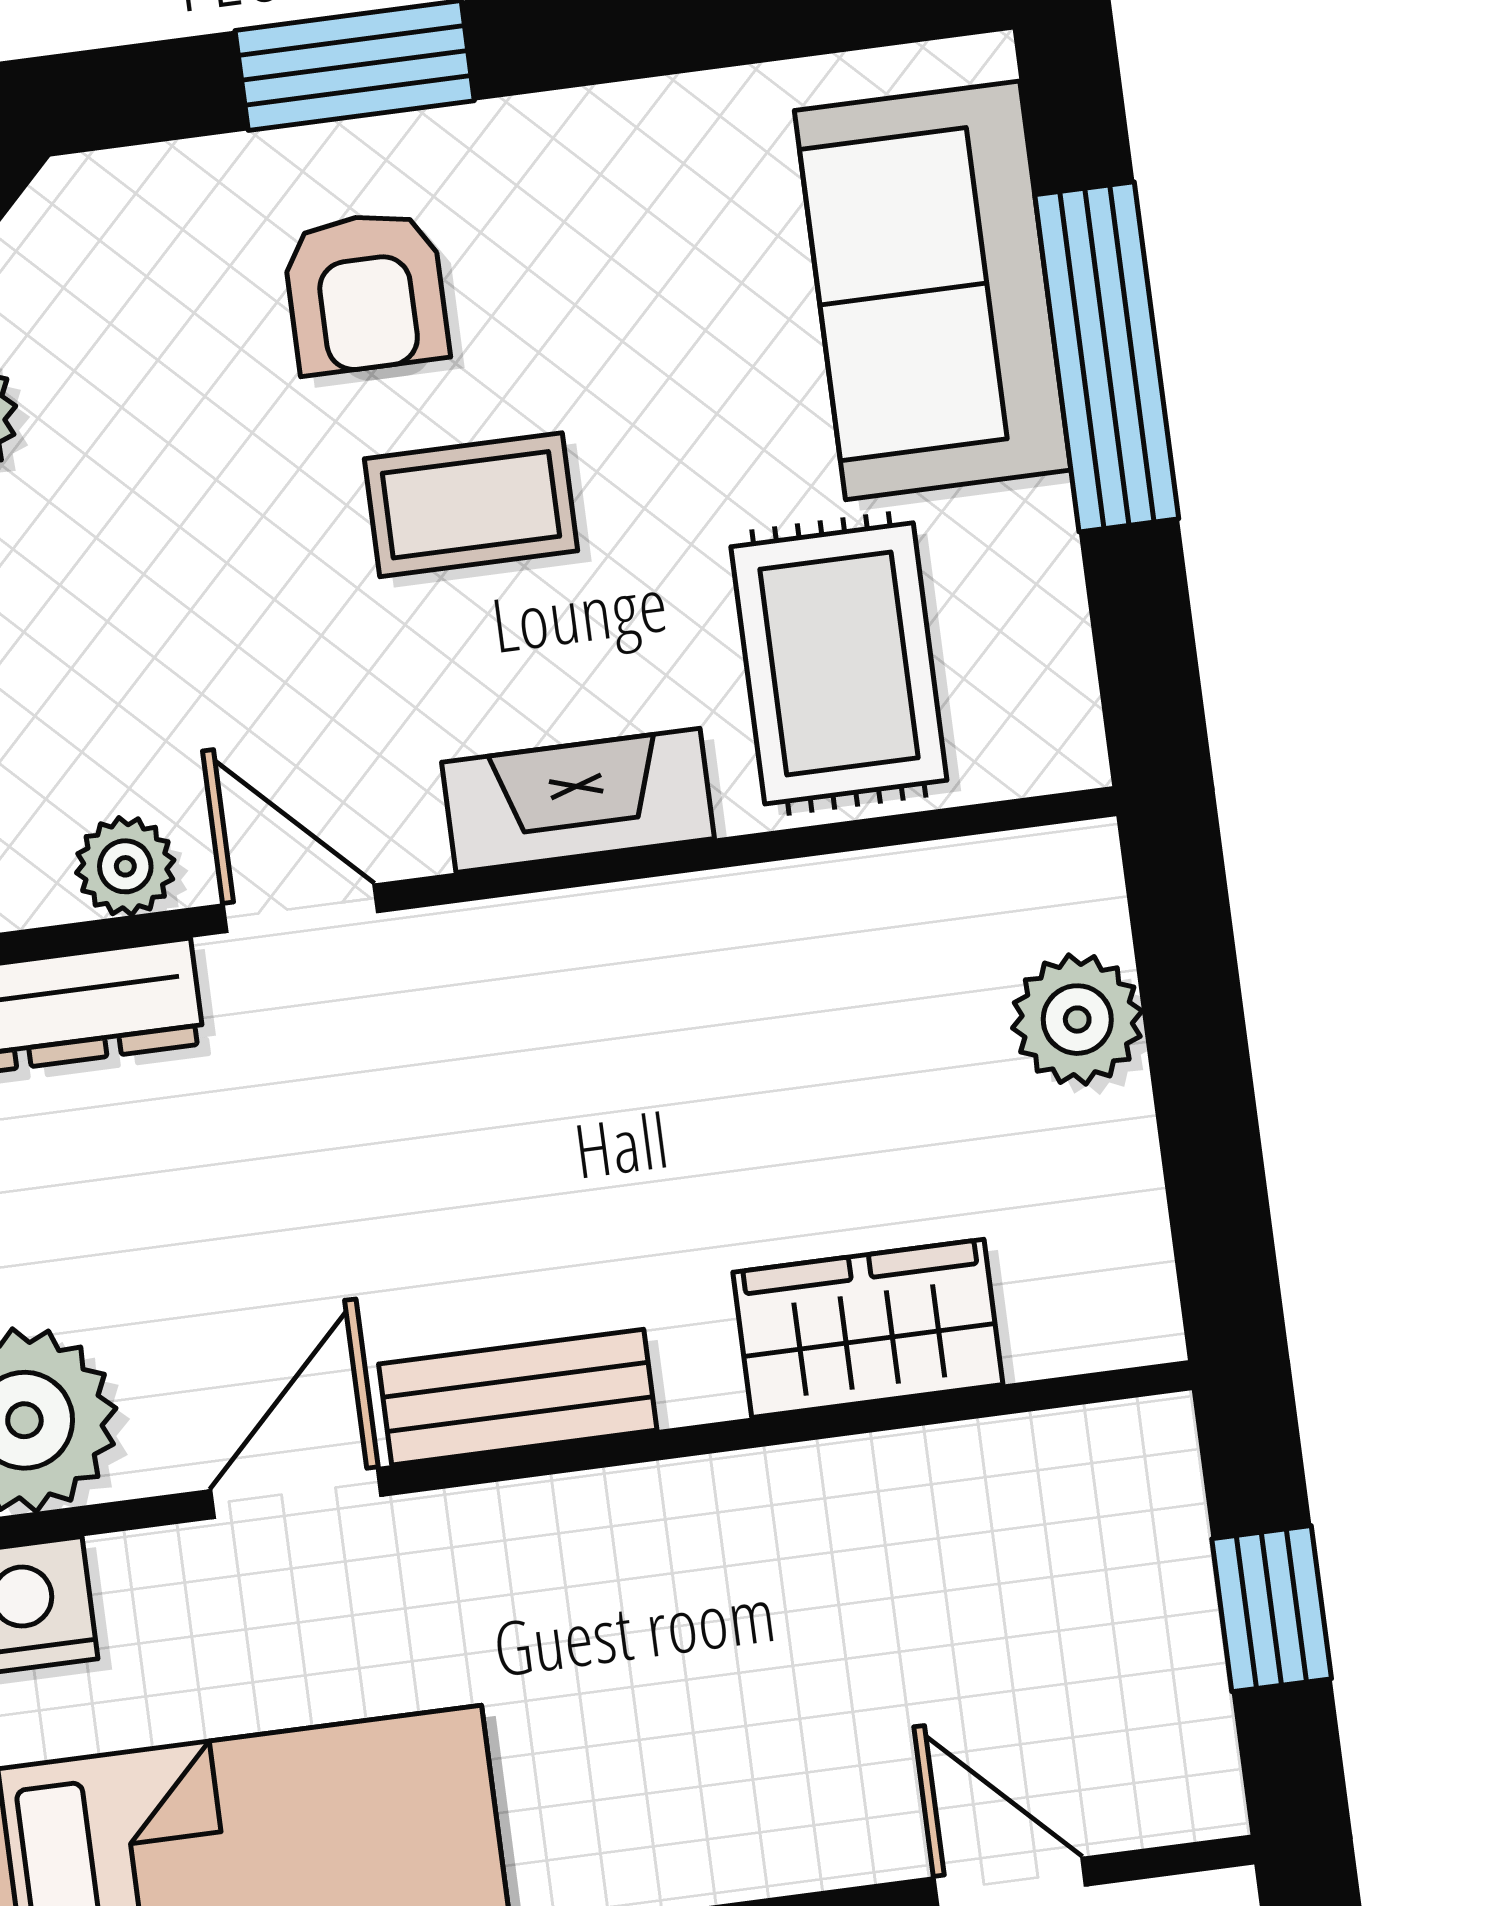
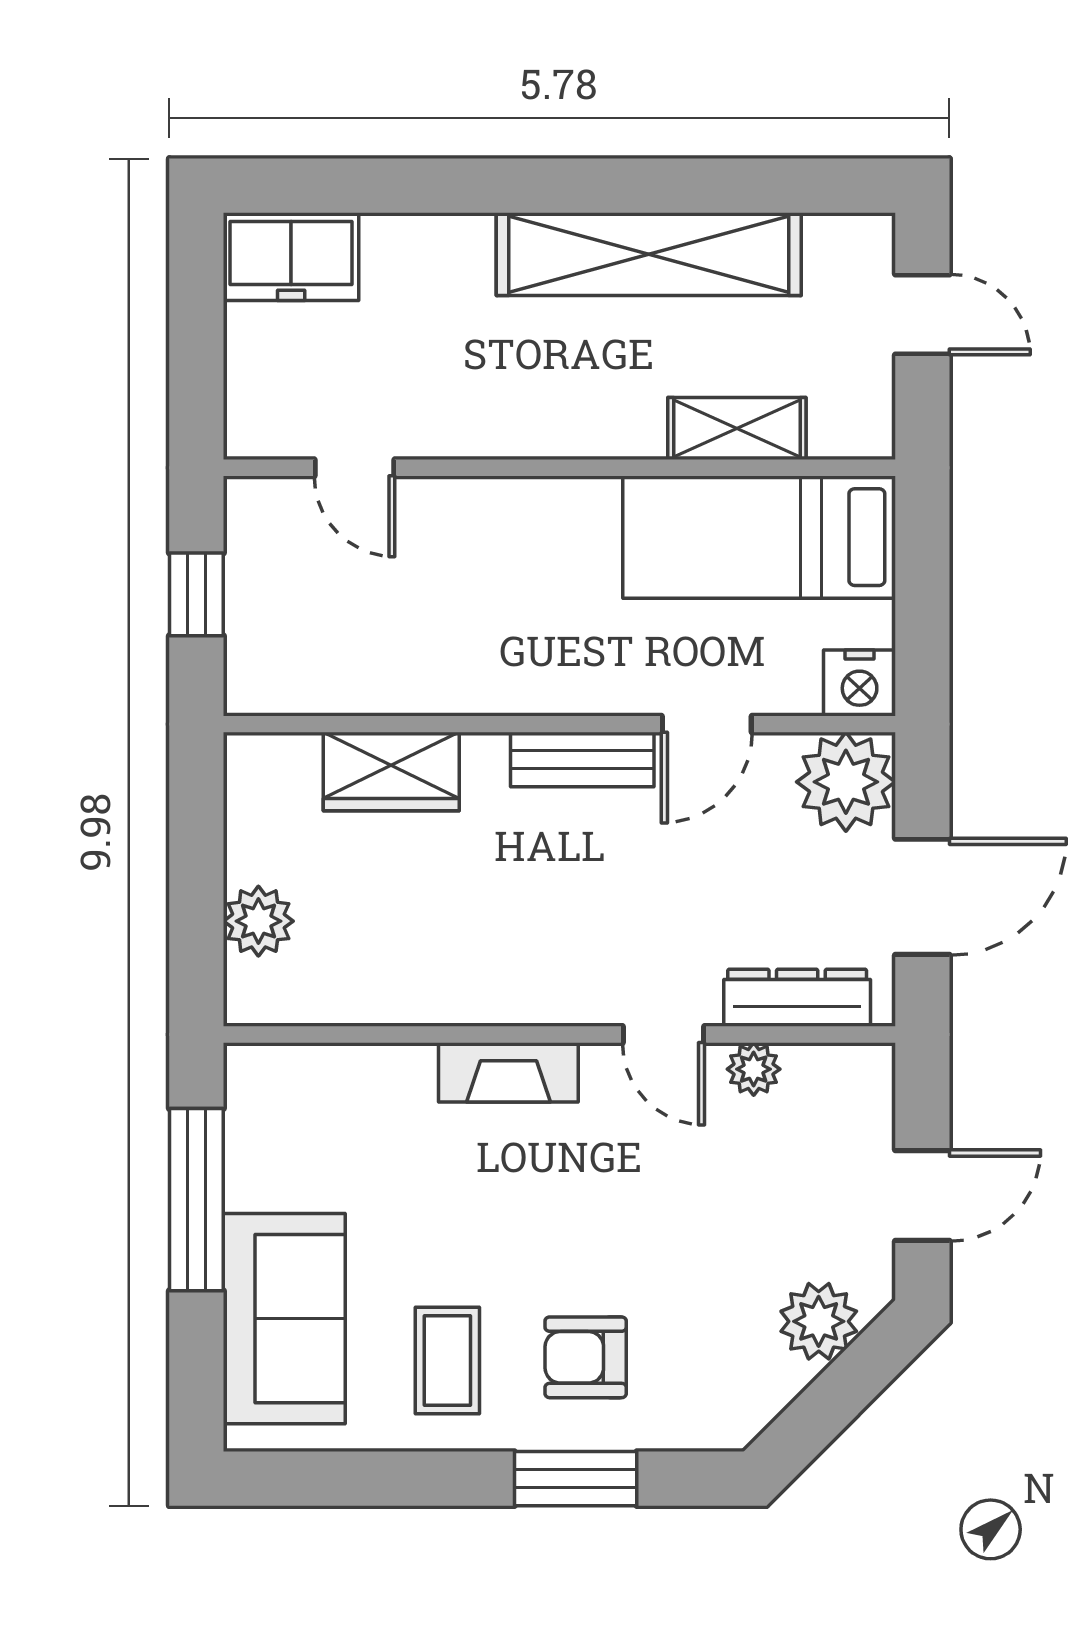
armchair: (366, 292) -> (586, 1357), turned -90
window: (1107, 357) -> (196, 1200), moved
coffee table: (471, 505) -> (447, 1360), moved, turned 90
rug: (839, 663) -> (360, 1127), removed

